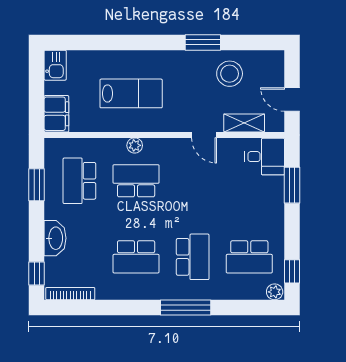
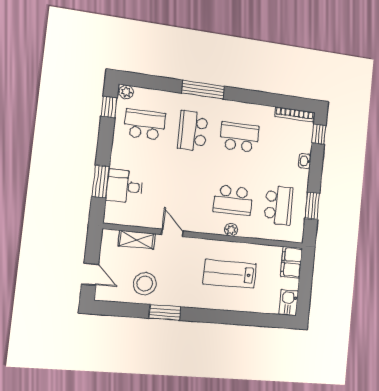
door: (292, 100) -> (90, 274), moved
desk: (265, 157) -> (124, 186), moved
washbasin: (55, 238) -> (305, 161), width x0.52, depth x0.69

